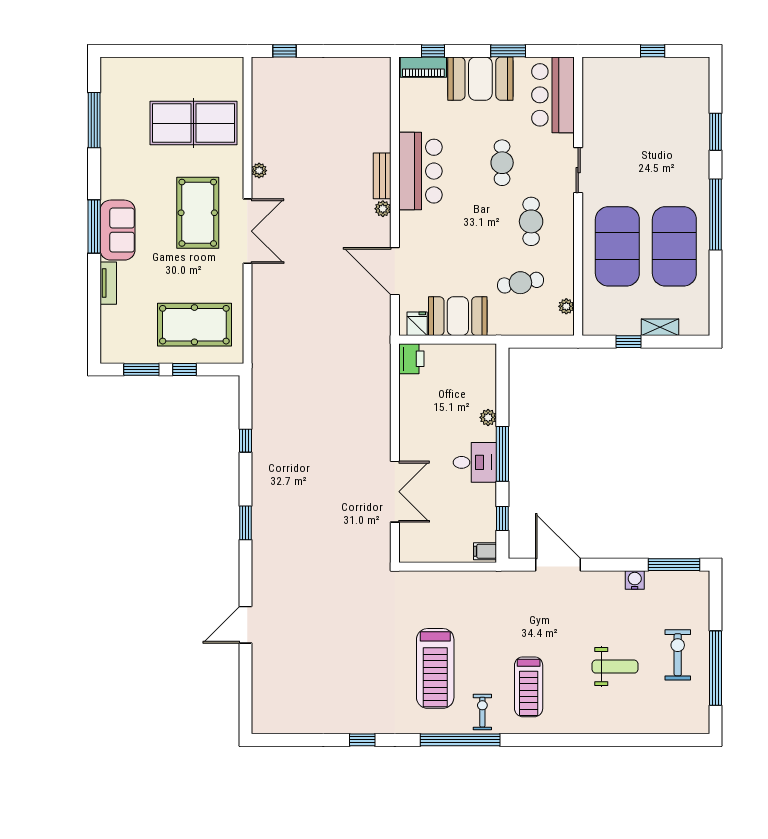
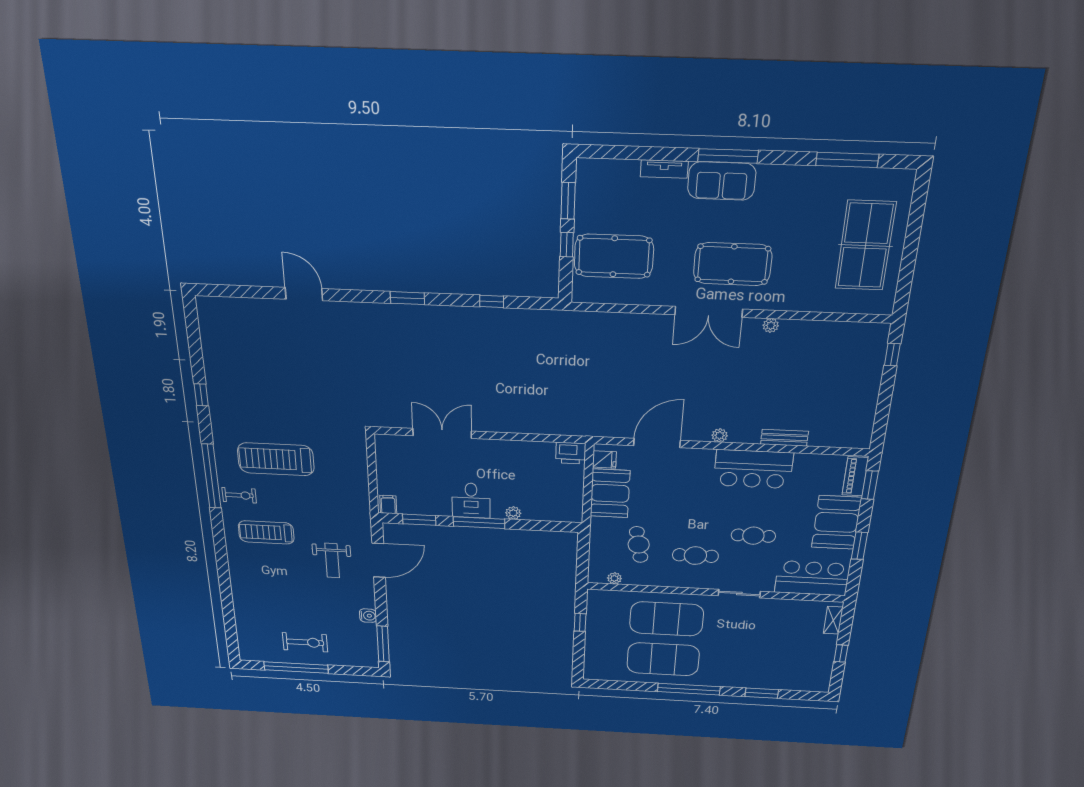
window: (433, 51) -> (870, 485), width x1.50
table tennis table: (193, 123) -> (865, 246), moved
bench: (382, 176) -> (784, 438), moved
pool table: (194, 325) -> (614, 256), turned 90
shelving: (660, 327) -> (833, 620), moved
double door: (395, 492) -> (442, 433), swing flipped
window: (502, 518) -> (419, 520), width x1.50
weight bench: (615, 667) -> (332, 561), moved

